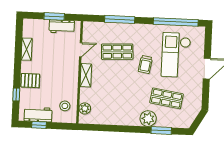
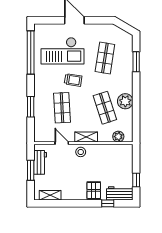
window: (120, 19) -> (31, 107), width x0.69
shelving: (27, 49) -> (50, 195), moved
shop shelf: (115, 96) -> (105, 108), added
stool: (65, 106) -> (81, 152), moved
workbench: (38, 114) -> (120, 193), moved, turned 90
plant: (148, 119) -> (125, 101), moved

